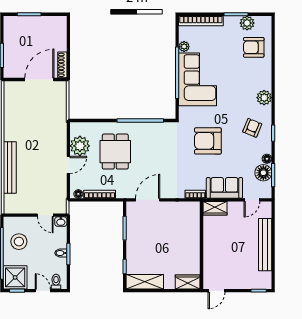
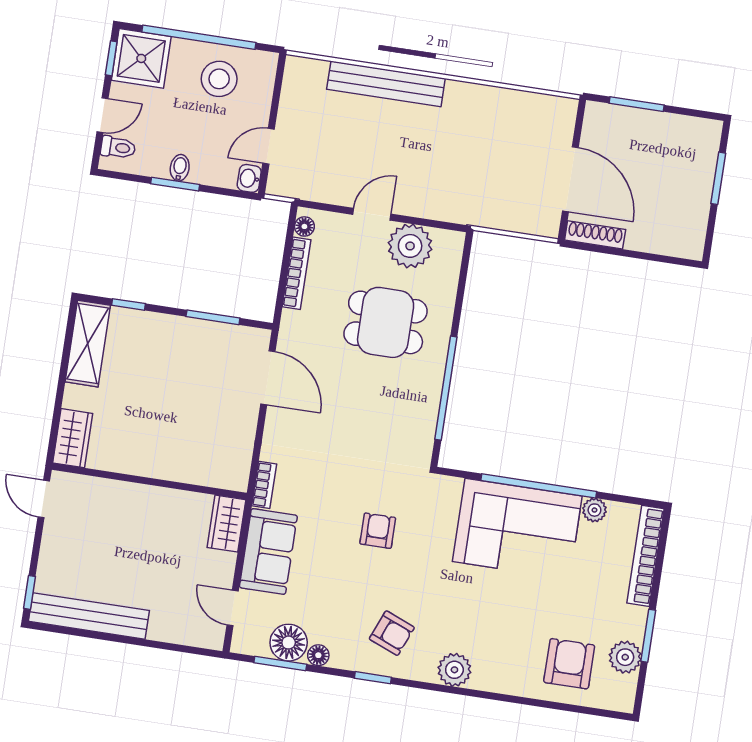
armchair: (208, 141) -> (378, 531), width x0.53, depth x0.53
door: (68, 165) -> (372, 214), swing flipped
bench: (265, 245) -> (89, 616), moved

